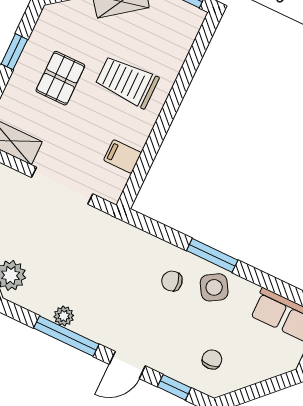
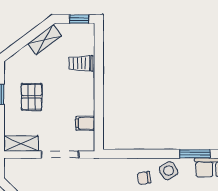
trolley: (127, 82) -> (81, 63), moved, width x0.73, depth x0.72
window: (212, 255) -> (195, 154), moved

